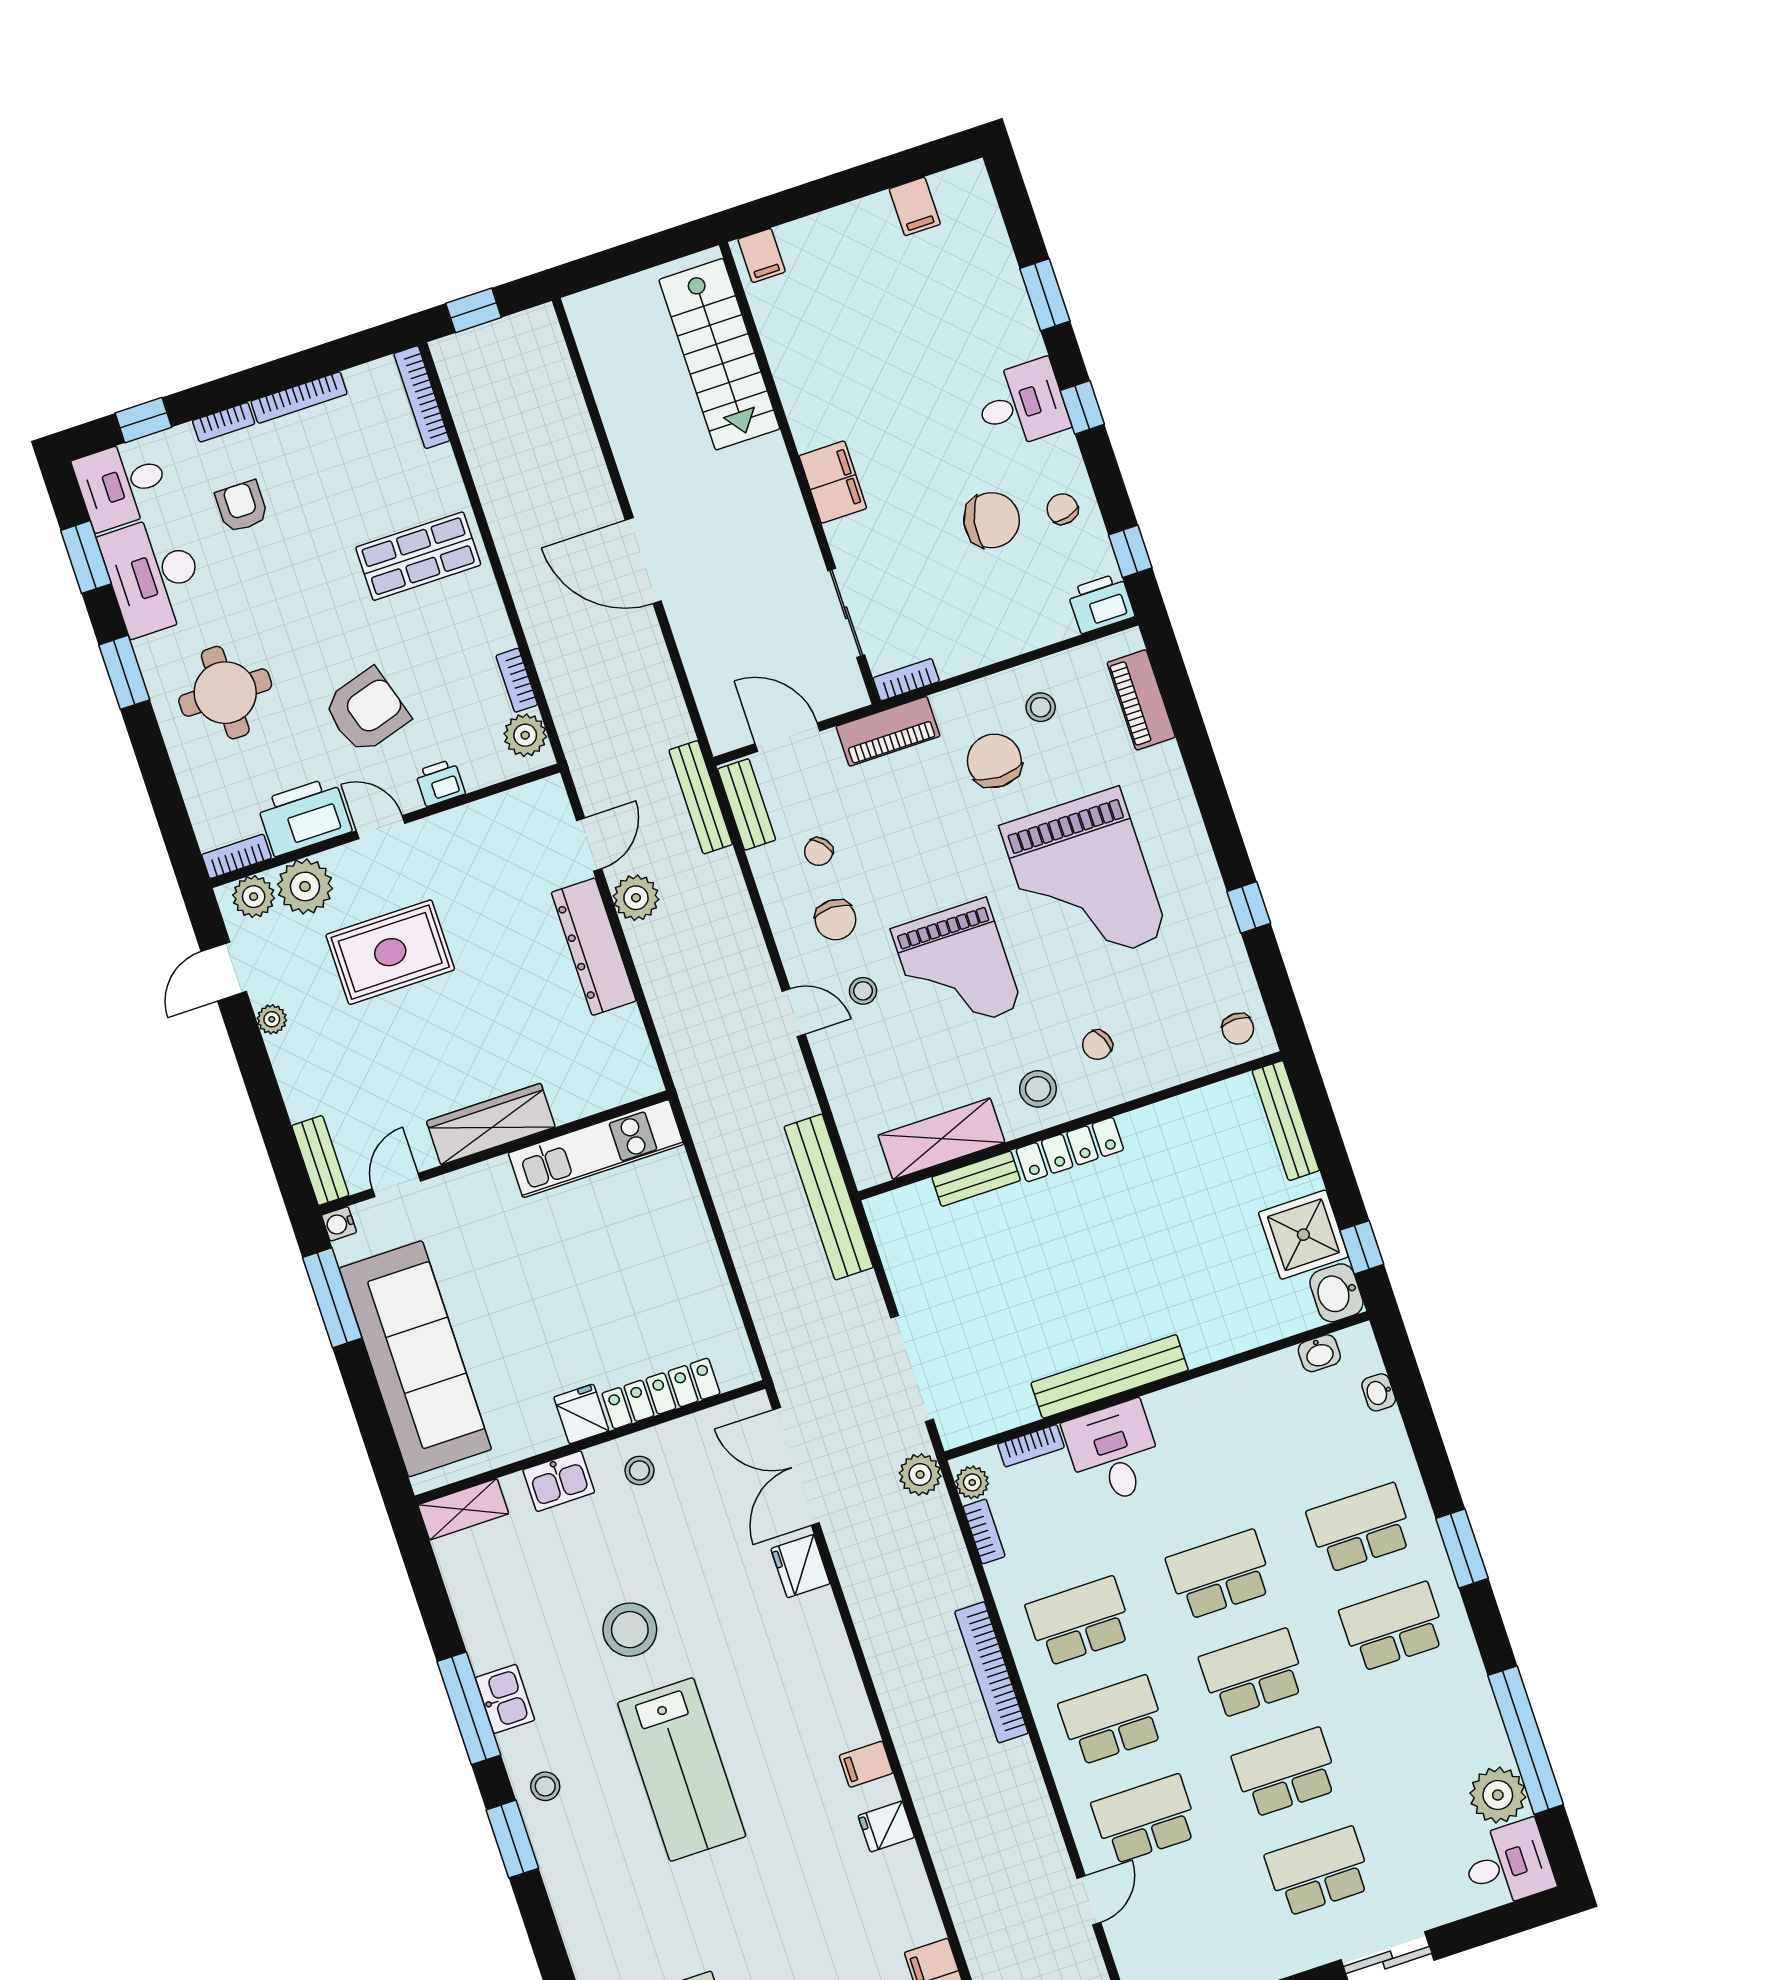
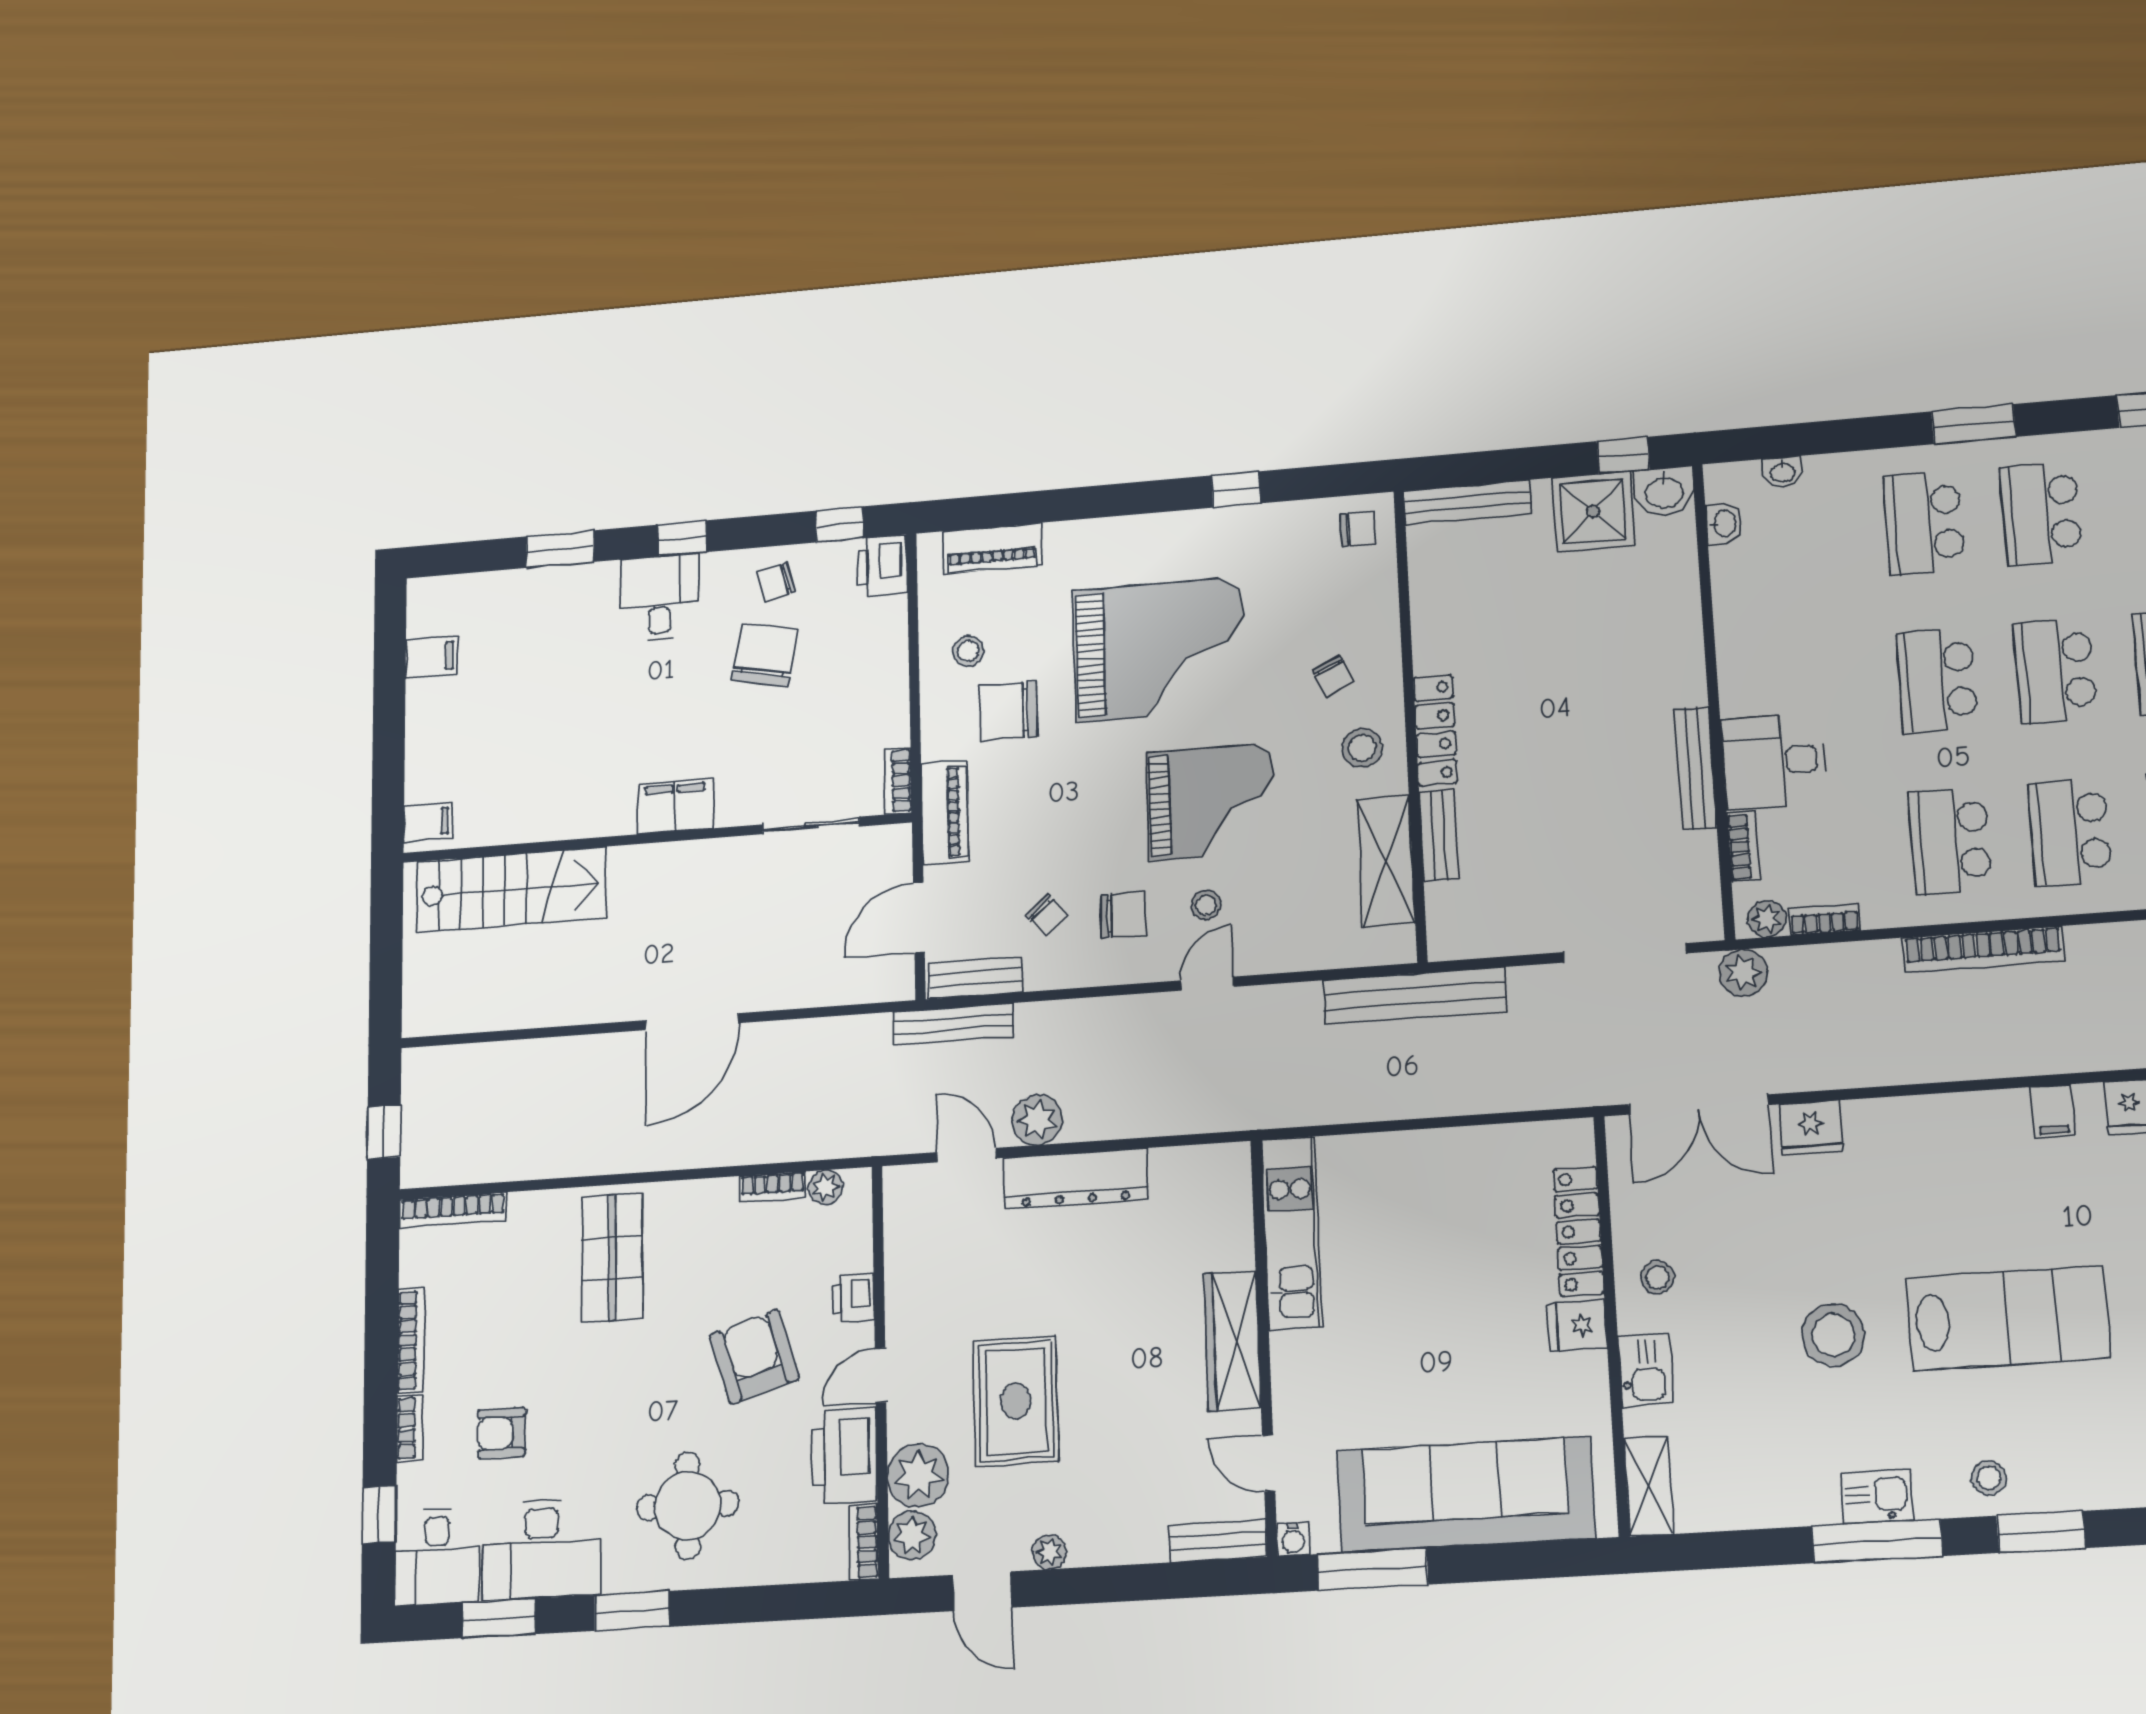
plant: (525, 735) -> (826, 1187), width x0.73, depth x0.73
bench: (1110, 1376) -> (1695, 768), width x0.73, depth x0.82

